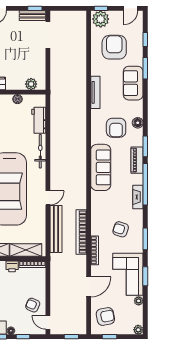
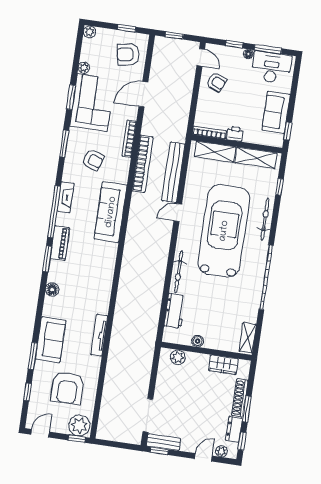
armchair: (116, 128) -> (80, 287), removed
sofa: (101, 167) -> (111, 212), moved

